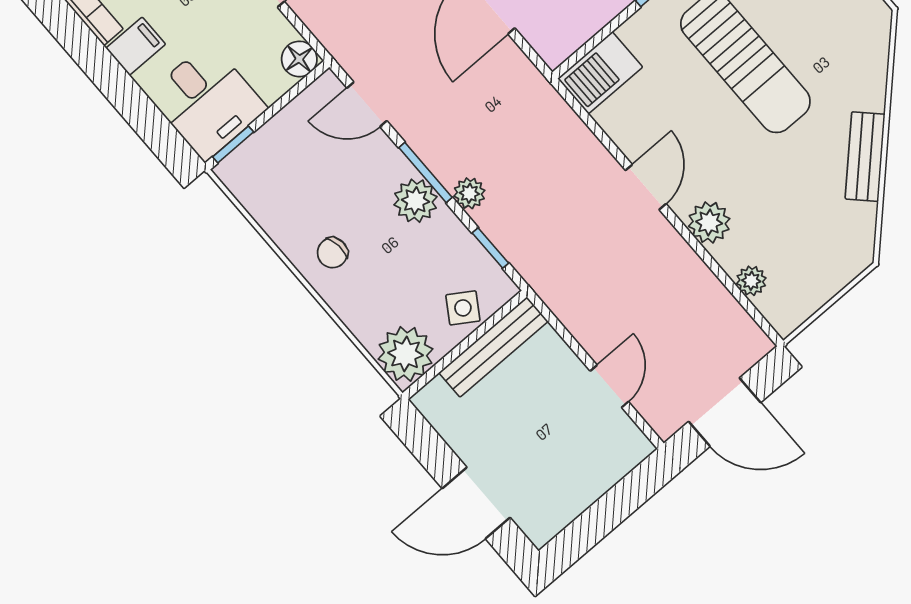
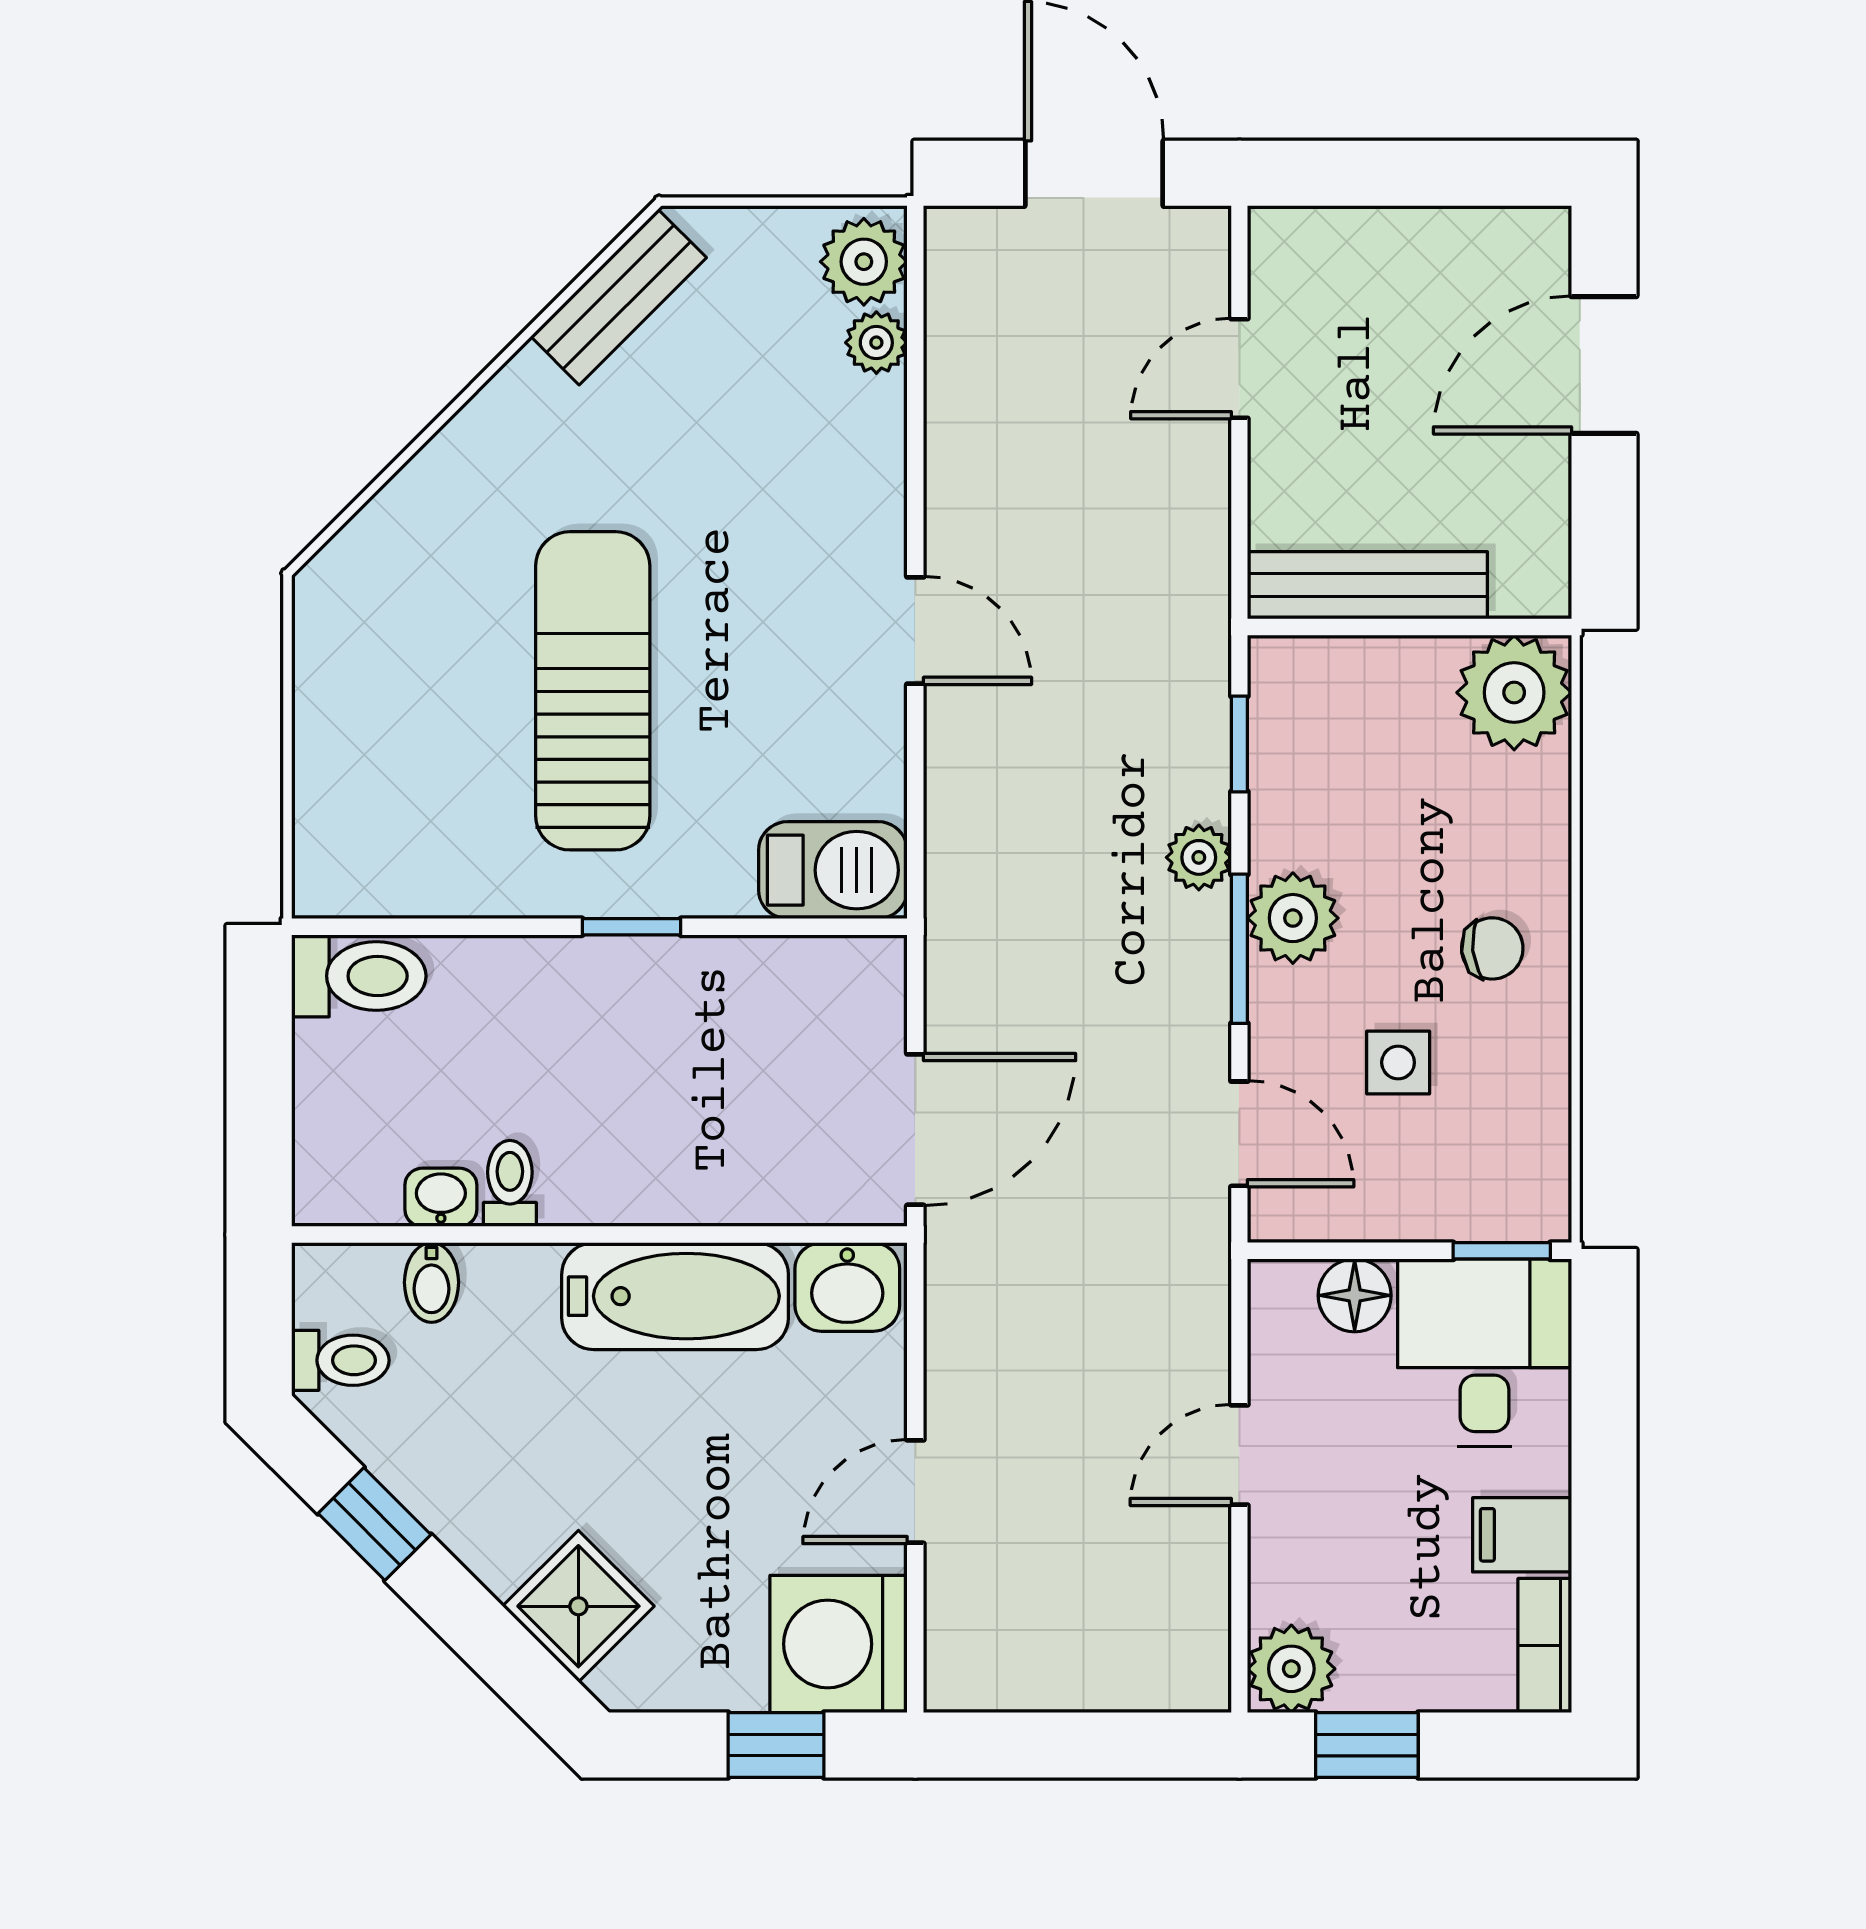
floor lamp: (299, 59) -> (1355, 1295), moved
bench: (865, 157) -> (619, 297), moved
door: (646, 187) -> (915, 630), swing flipped
plant: (709, 222) -> (864, 262), moved
side table: (463, 308) -> (1398, 1062), moved, turned -33
door: (476, 503) -> (1604, 365), swing flipped

